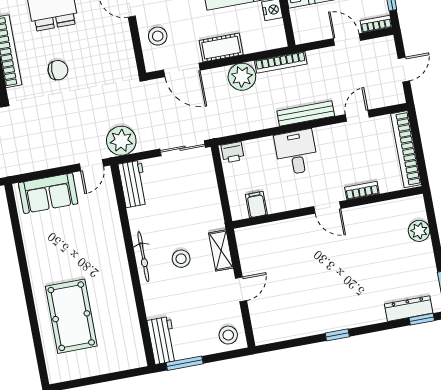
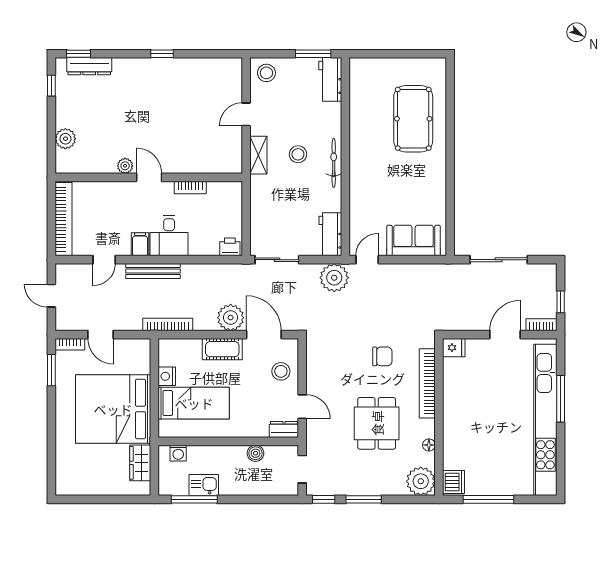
chair: (58, 70) -> (382, 356), turned 180
door: (404, 70) -> (51, 296), hinge flipped
plant: (242, 77) -> (231, 318), moved
bookcase: (362, 191) -> (190, 187), moved
filing cabinet: (256, 205) -> (140, 244), moved, turned 180
plant: (354, 215) -> (125, 166), added

